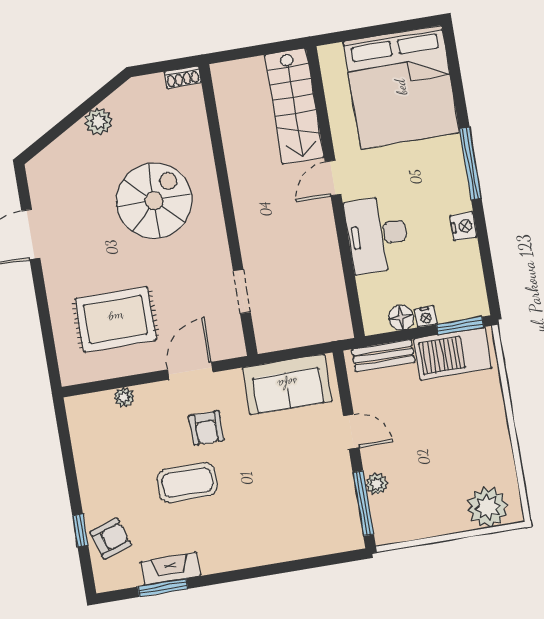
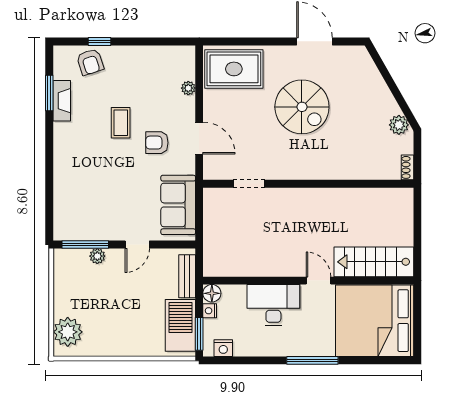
stairs: (294, 106) -> (374, 262), moved
plant: (98, 122) -> (399, 125), moved
door: (333, 178) -> (318, 281), moved
wall: (335, 192) -> (308, 281), moved
spiral stairs: (154, 201) -> (302, 107), moved
nightstand: (464, 226) -> (223, 348), moved
desk: (377, 235) -> (273, 305), moved
rug: (116, 319) -> (234, 69), moved, turned 90
coffee table: (187, 483) -> (121, 123), width x0.73, depth x0.77

